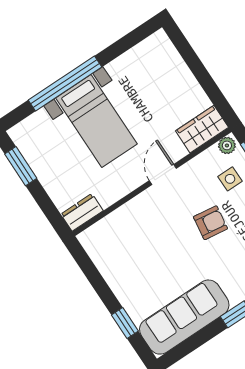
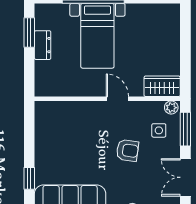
door: (163, 174) -> (117, 99), hinge flipped
dresser: (82, 212) -> (43, 45), moved, turned 90

